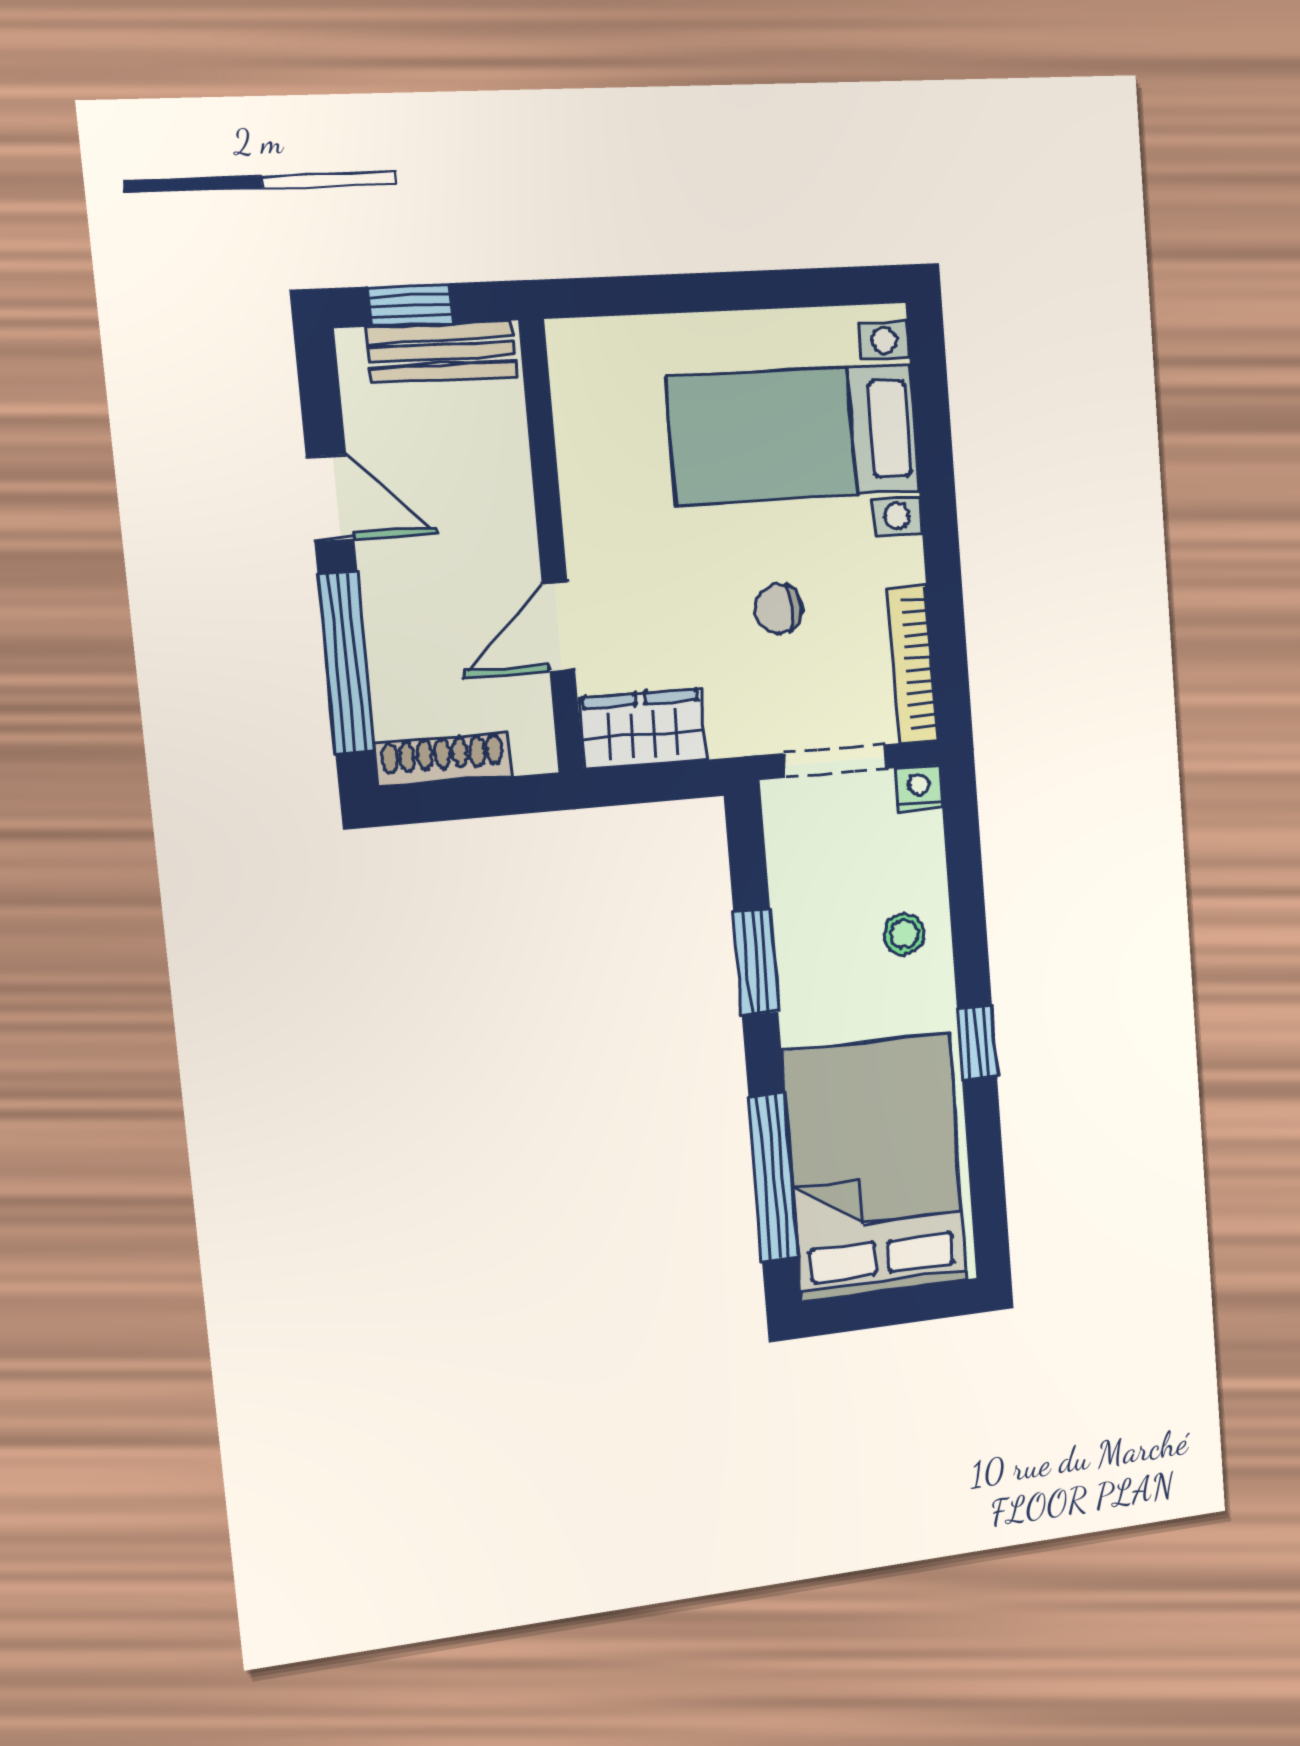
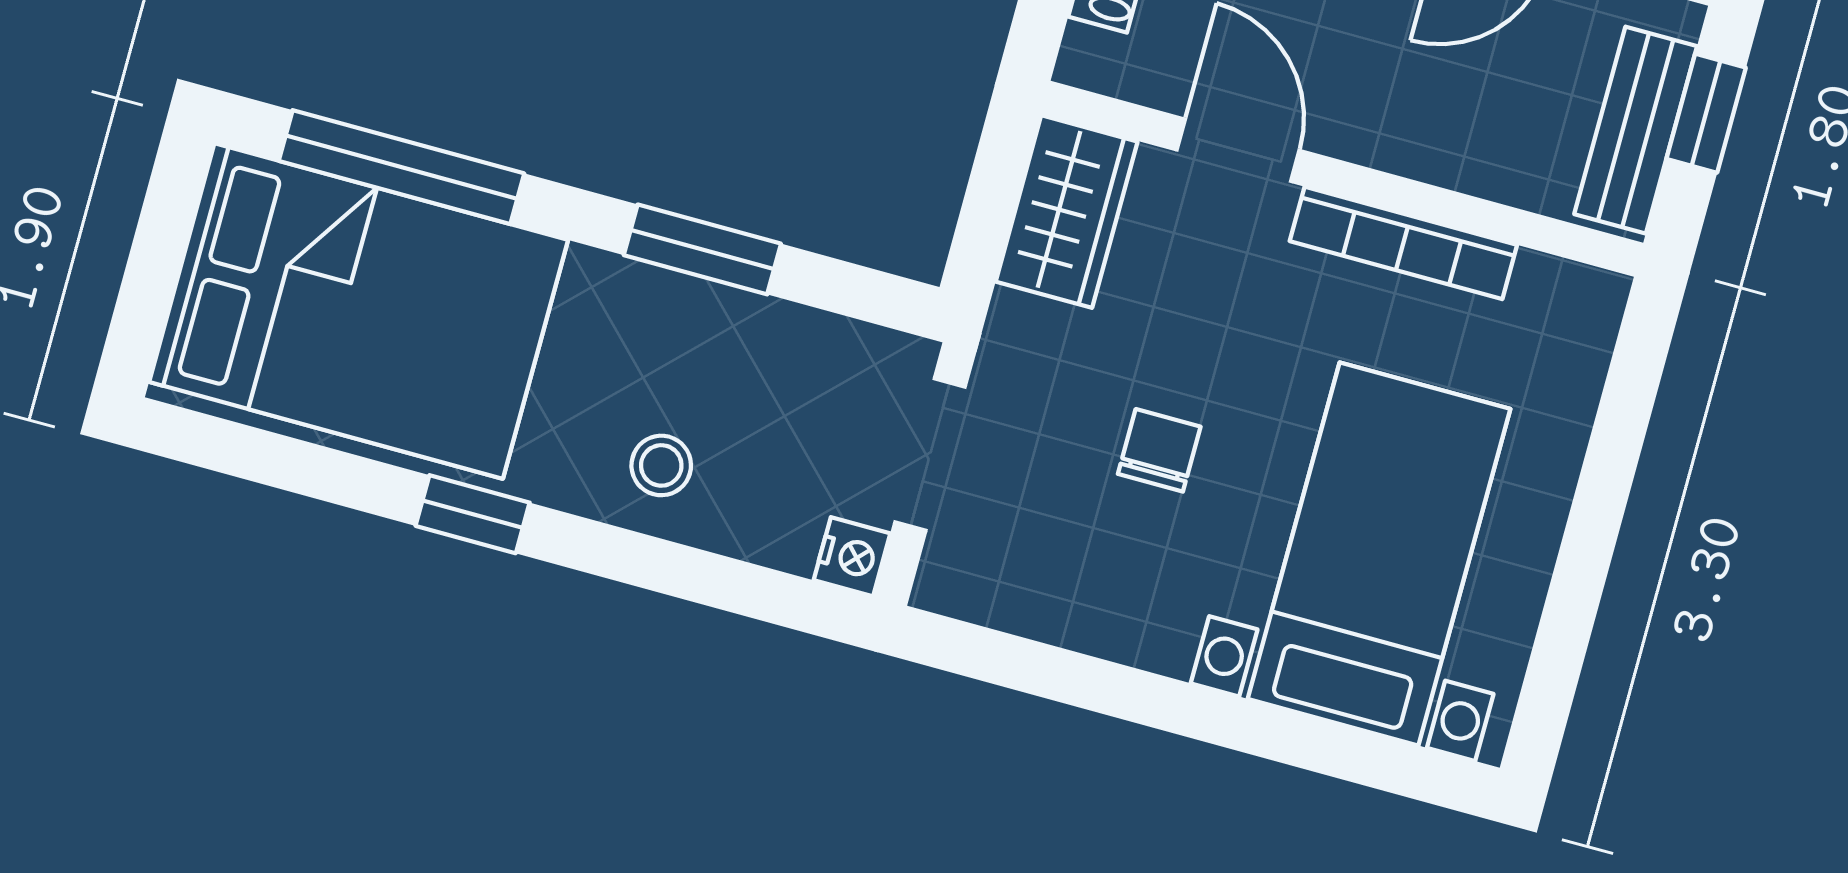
bookcase: (913, 664) -> (1403, 243), moved, turned 180

